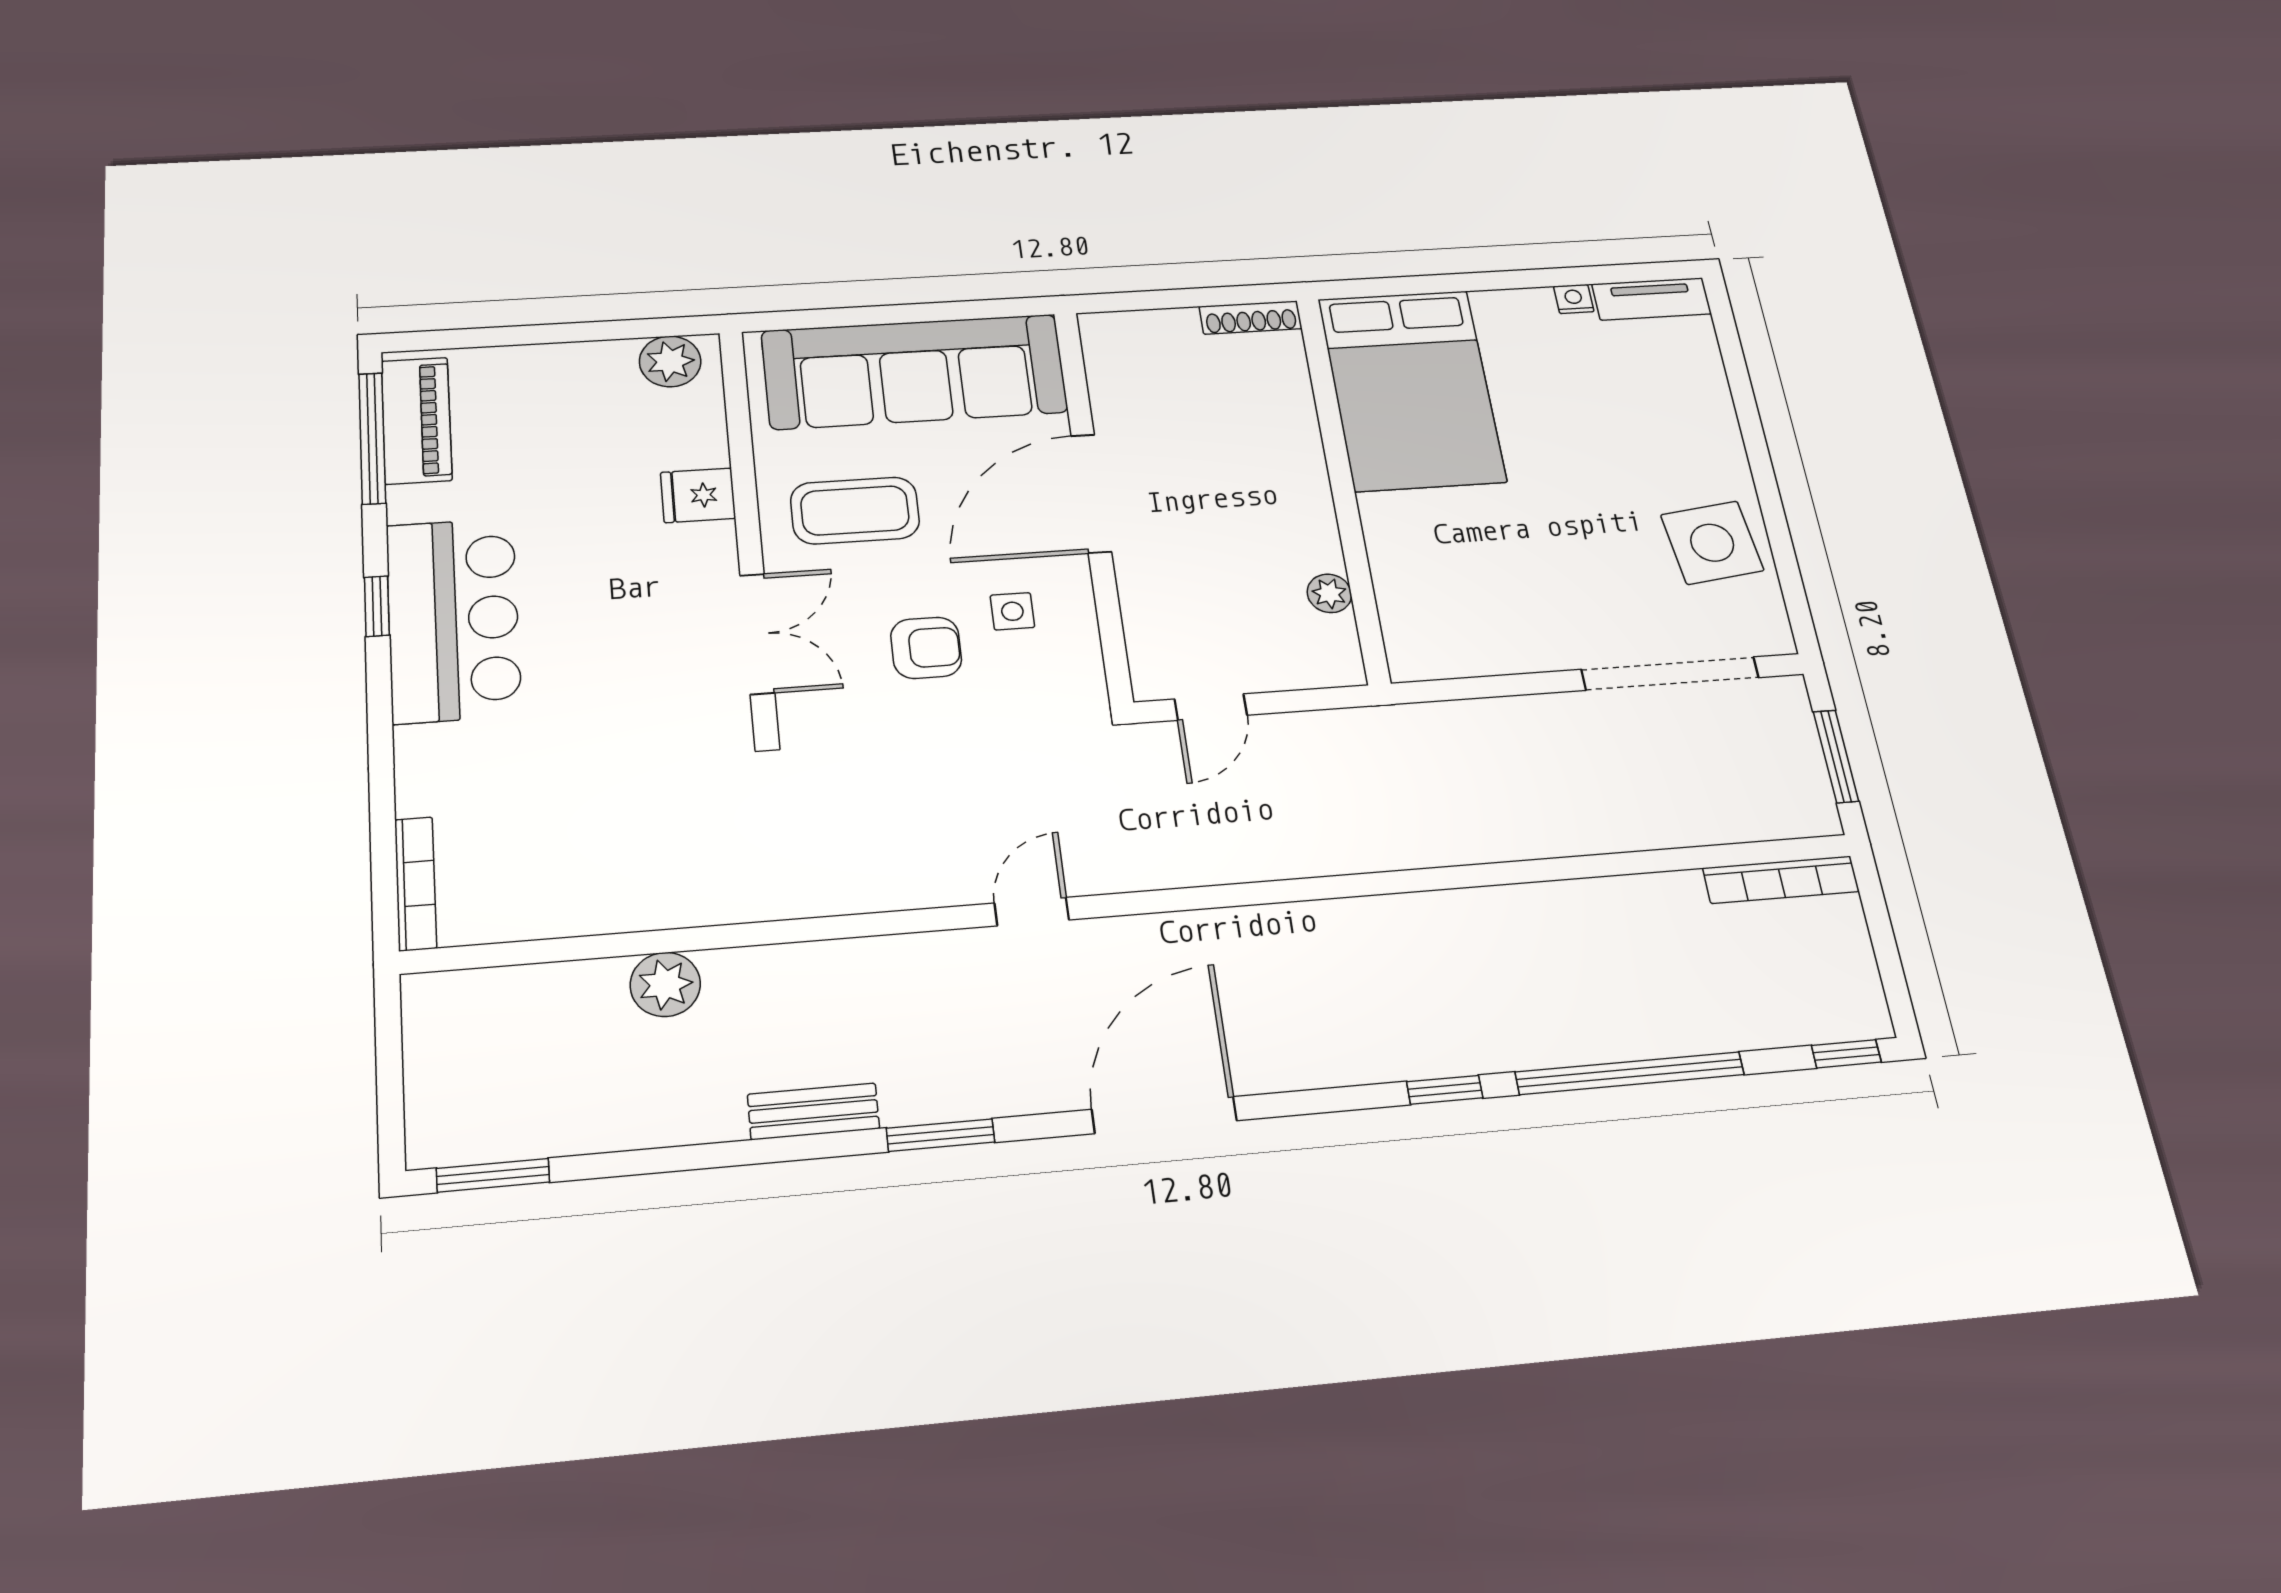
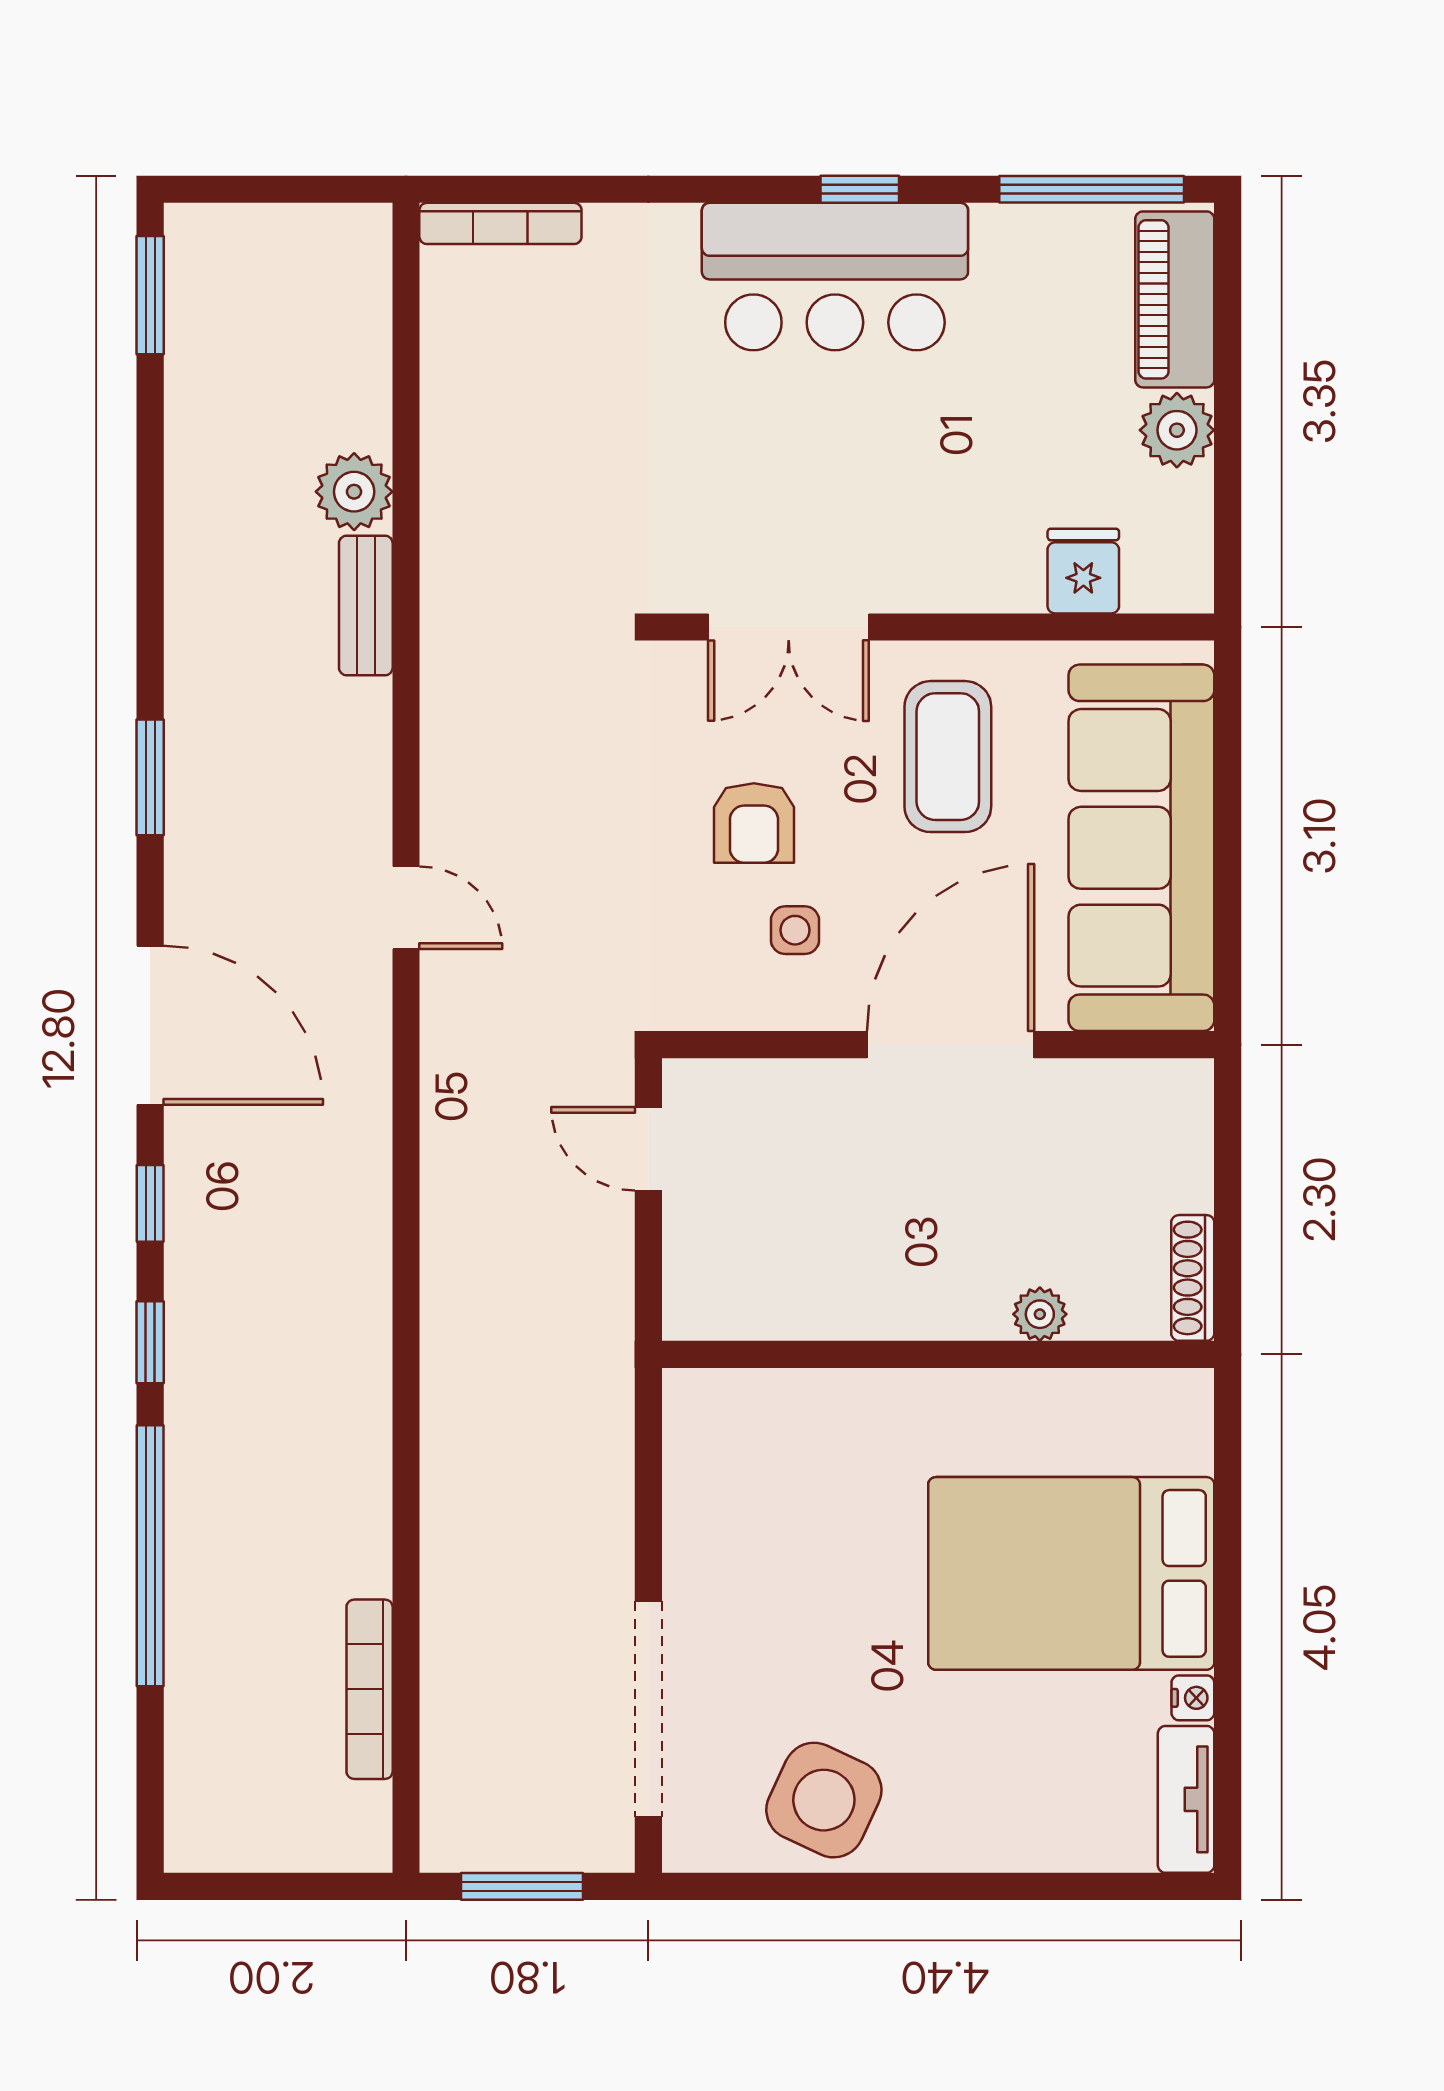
plant: (670, 361) -> (1177, 430), moved
bed: (1411, 390) -> (1071, 1573), moved
piano: (416, 420) -> (1175, 299), moved, turned 90
door: (1091, 493) -> (951, 1045), hinge flipped
fridge: (698, 495) -> (1083, 571), moved
side table: (1712, 543) -> (824, 1800), turned 32
plant: (1329, 593) -> (1040, 1314), moved
bookcase: (1781, 880) -> (370, 1689), moved
window: (1846, 1054) -> (150, 1203), moved
bench: (813, 1111) -> (366, 605), moved

